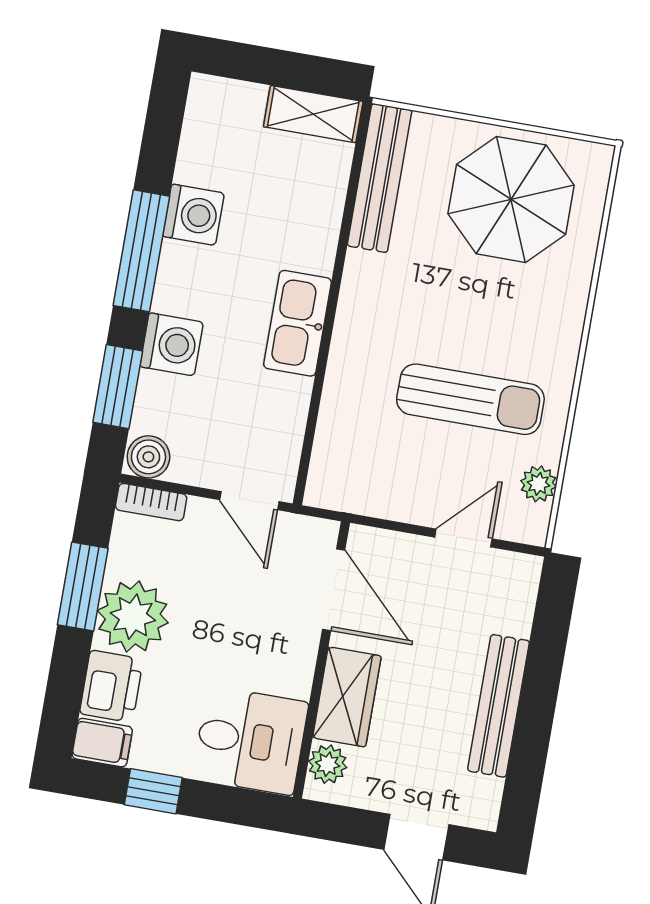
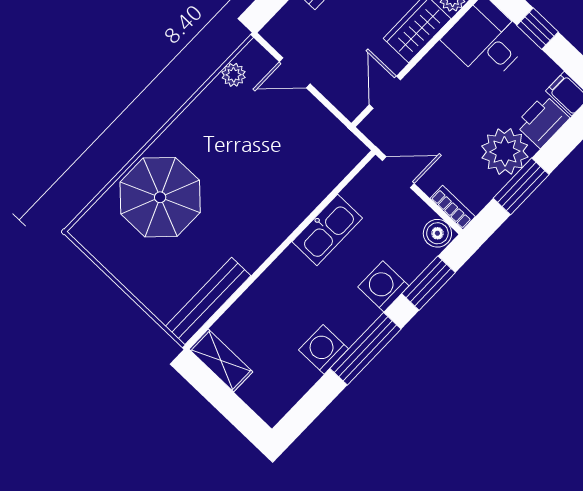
parasol: (511, 199) -> (160, 197), moved
kitchen sink: (298, 323) -> (327, 230), moved
sun lounger: (470, 399) -> (240, 146), removed
door: (249, 501) -> (398, 172), hinge flipped
door: (334, 590) -> (385, 92), width x0.73
window: (153, 791) -> (537, 29), moved

